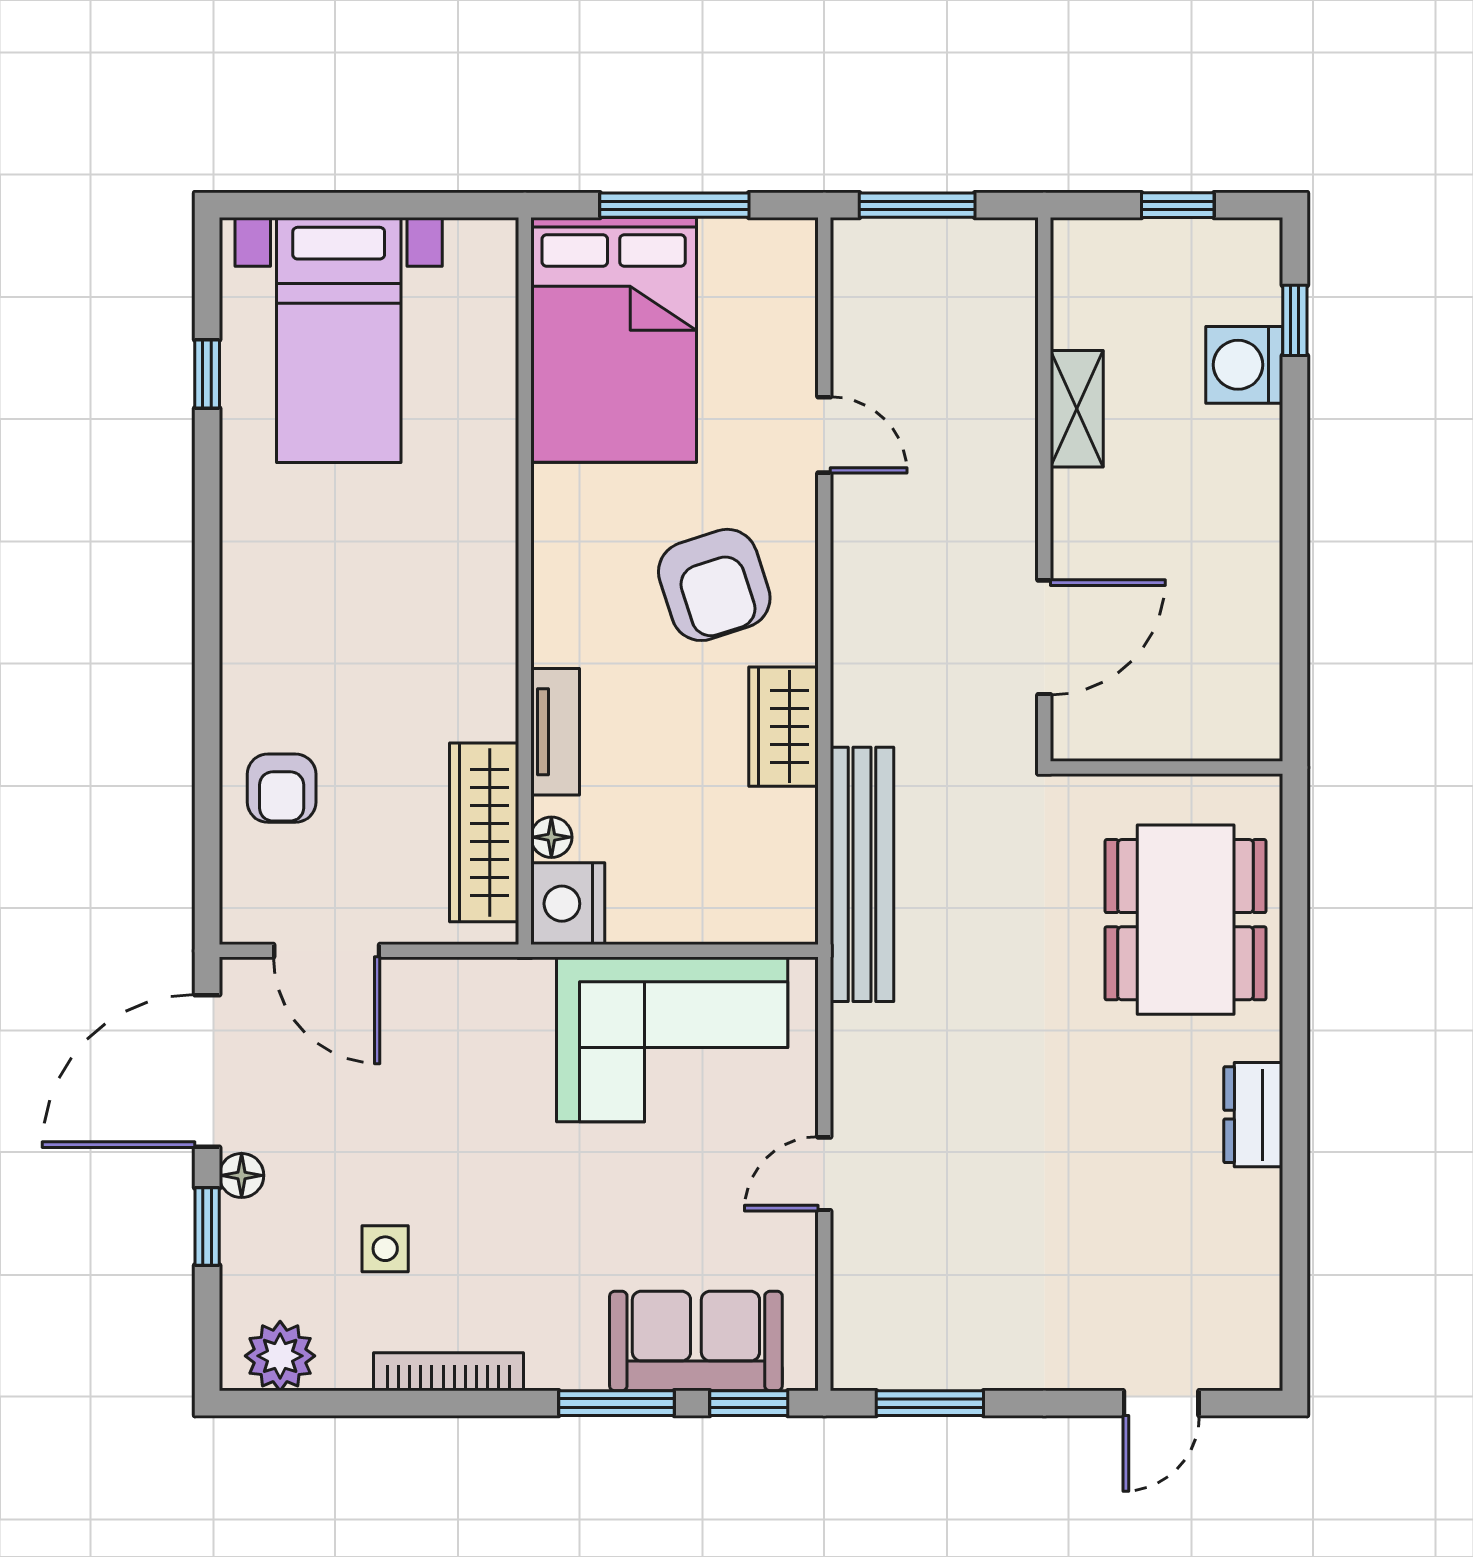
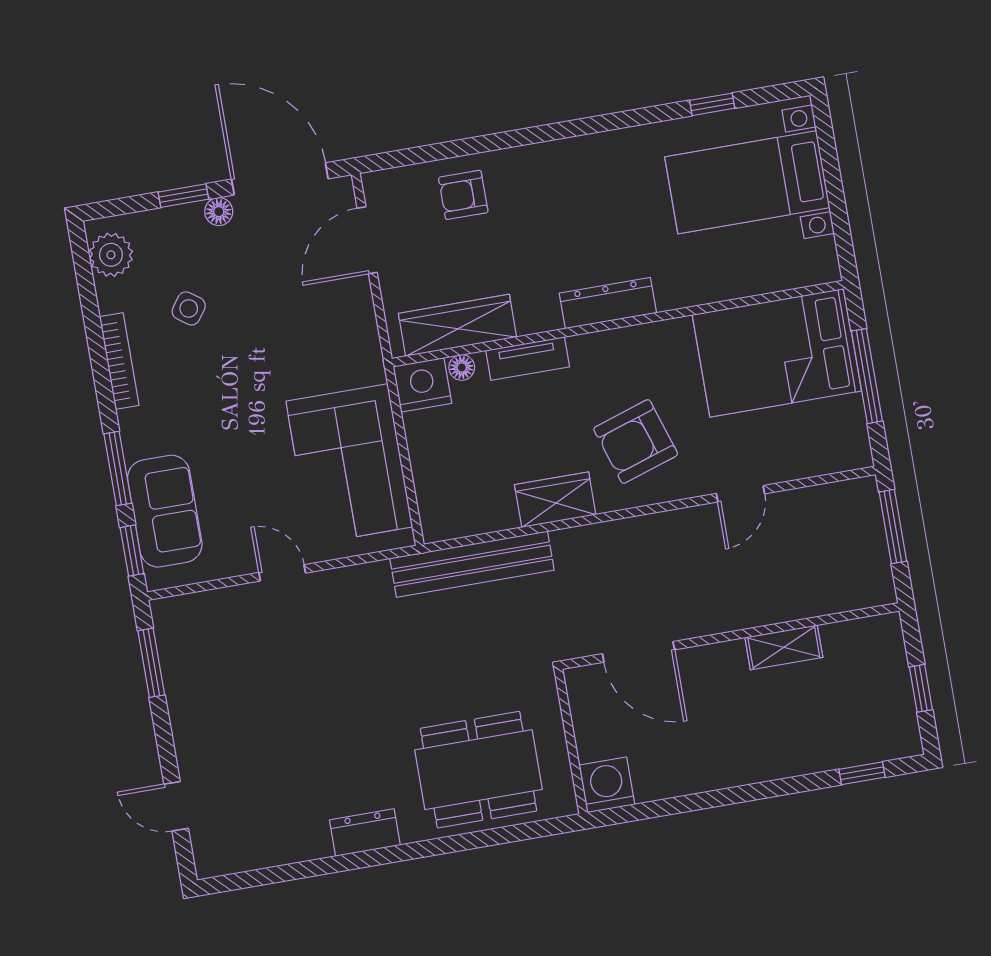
washing machine: (1244, 365) -> (607, 785), moved
dresser: (490, 591) -> (608, 303), added
side table: (385, 1249) -> (189, 308), turned 36

